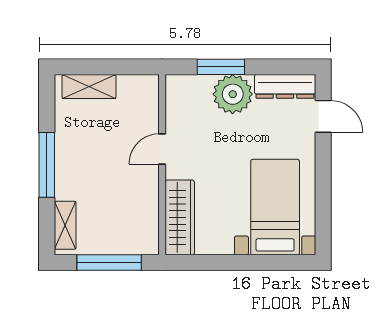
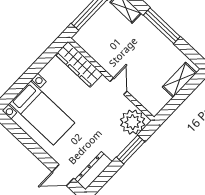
plant: (233, 94) -> (133, 122), moved

